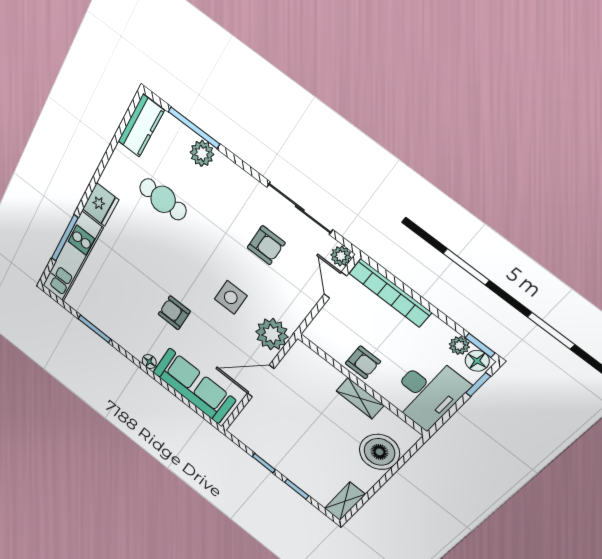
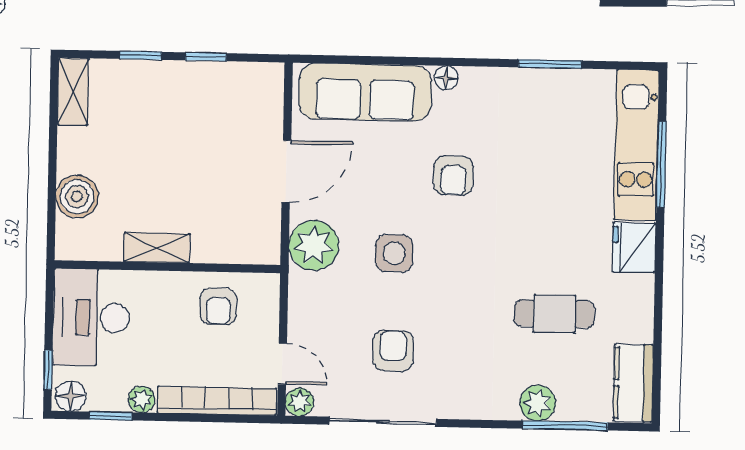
armchair: (266, 245) -> (393, 351), turned 90
armchair: (174, 313) -> (453, 176), turned 90
window: (480, 345) -> (111, 416), moved
plant: (459, 346) -> (142, 399), moved
armchair: (363, 362) -> (218, 306), moved, turned -90
boiler: (379, 452) -> (77, 197), width x0.73, depth x0.73

